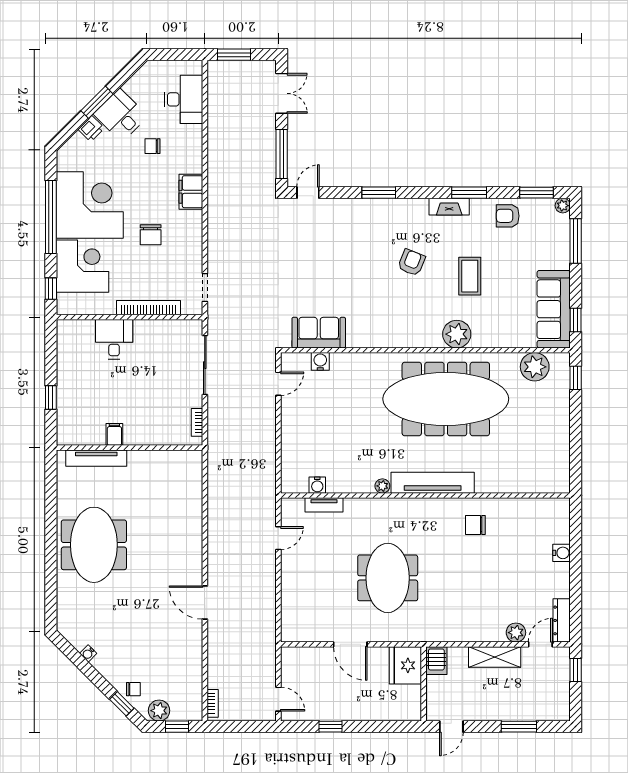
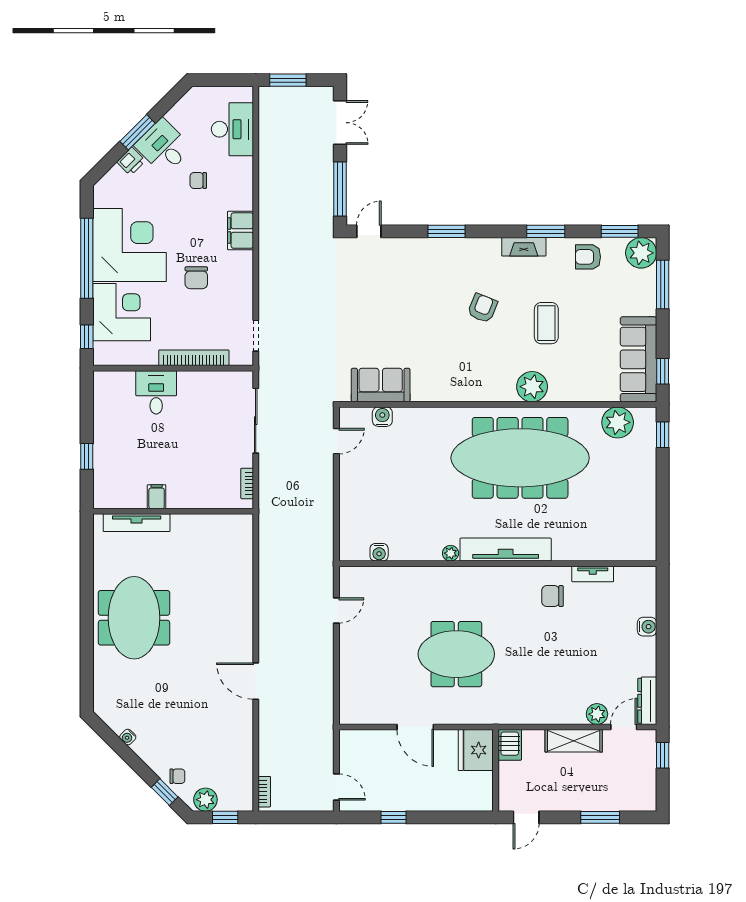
plant: (563, 206) -> (641, 253), width x1.88, depth x1.88
tv unit: (324, 505) -> (593, 574), moved
meeting table: (388, 578) -> (456, 654), turned 90

